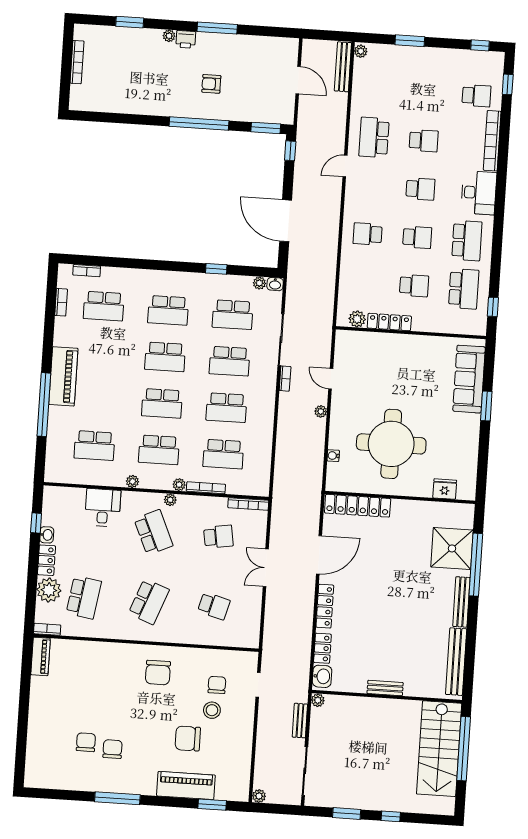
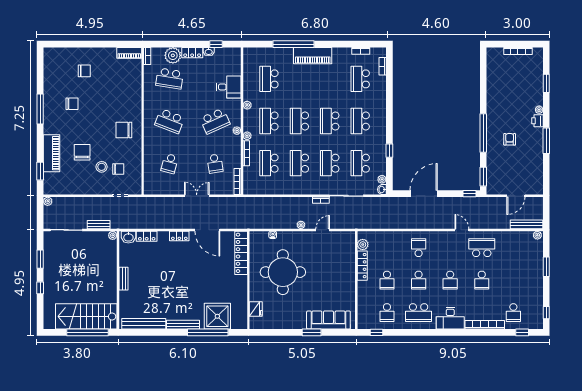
school desk: (464, 289) -> (387, 313), width x0.54
locker: (325, 606) -> (179, 236), width x0.66
chair: (86, 742) -> (84, 71), moved

